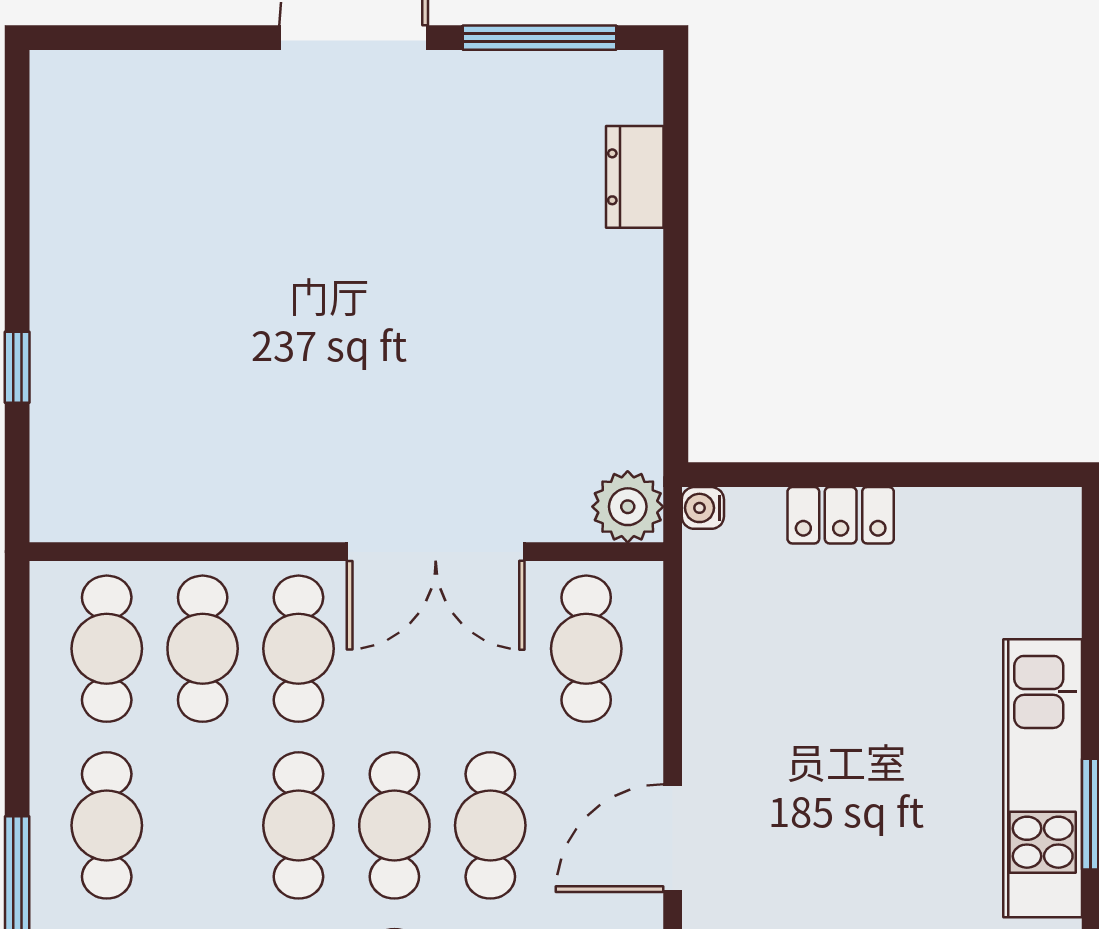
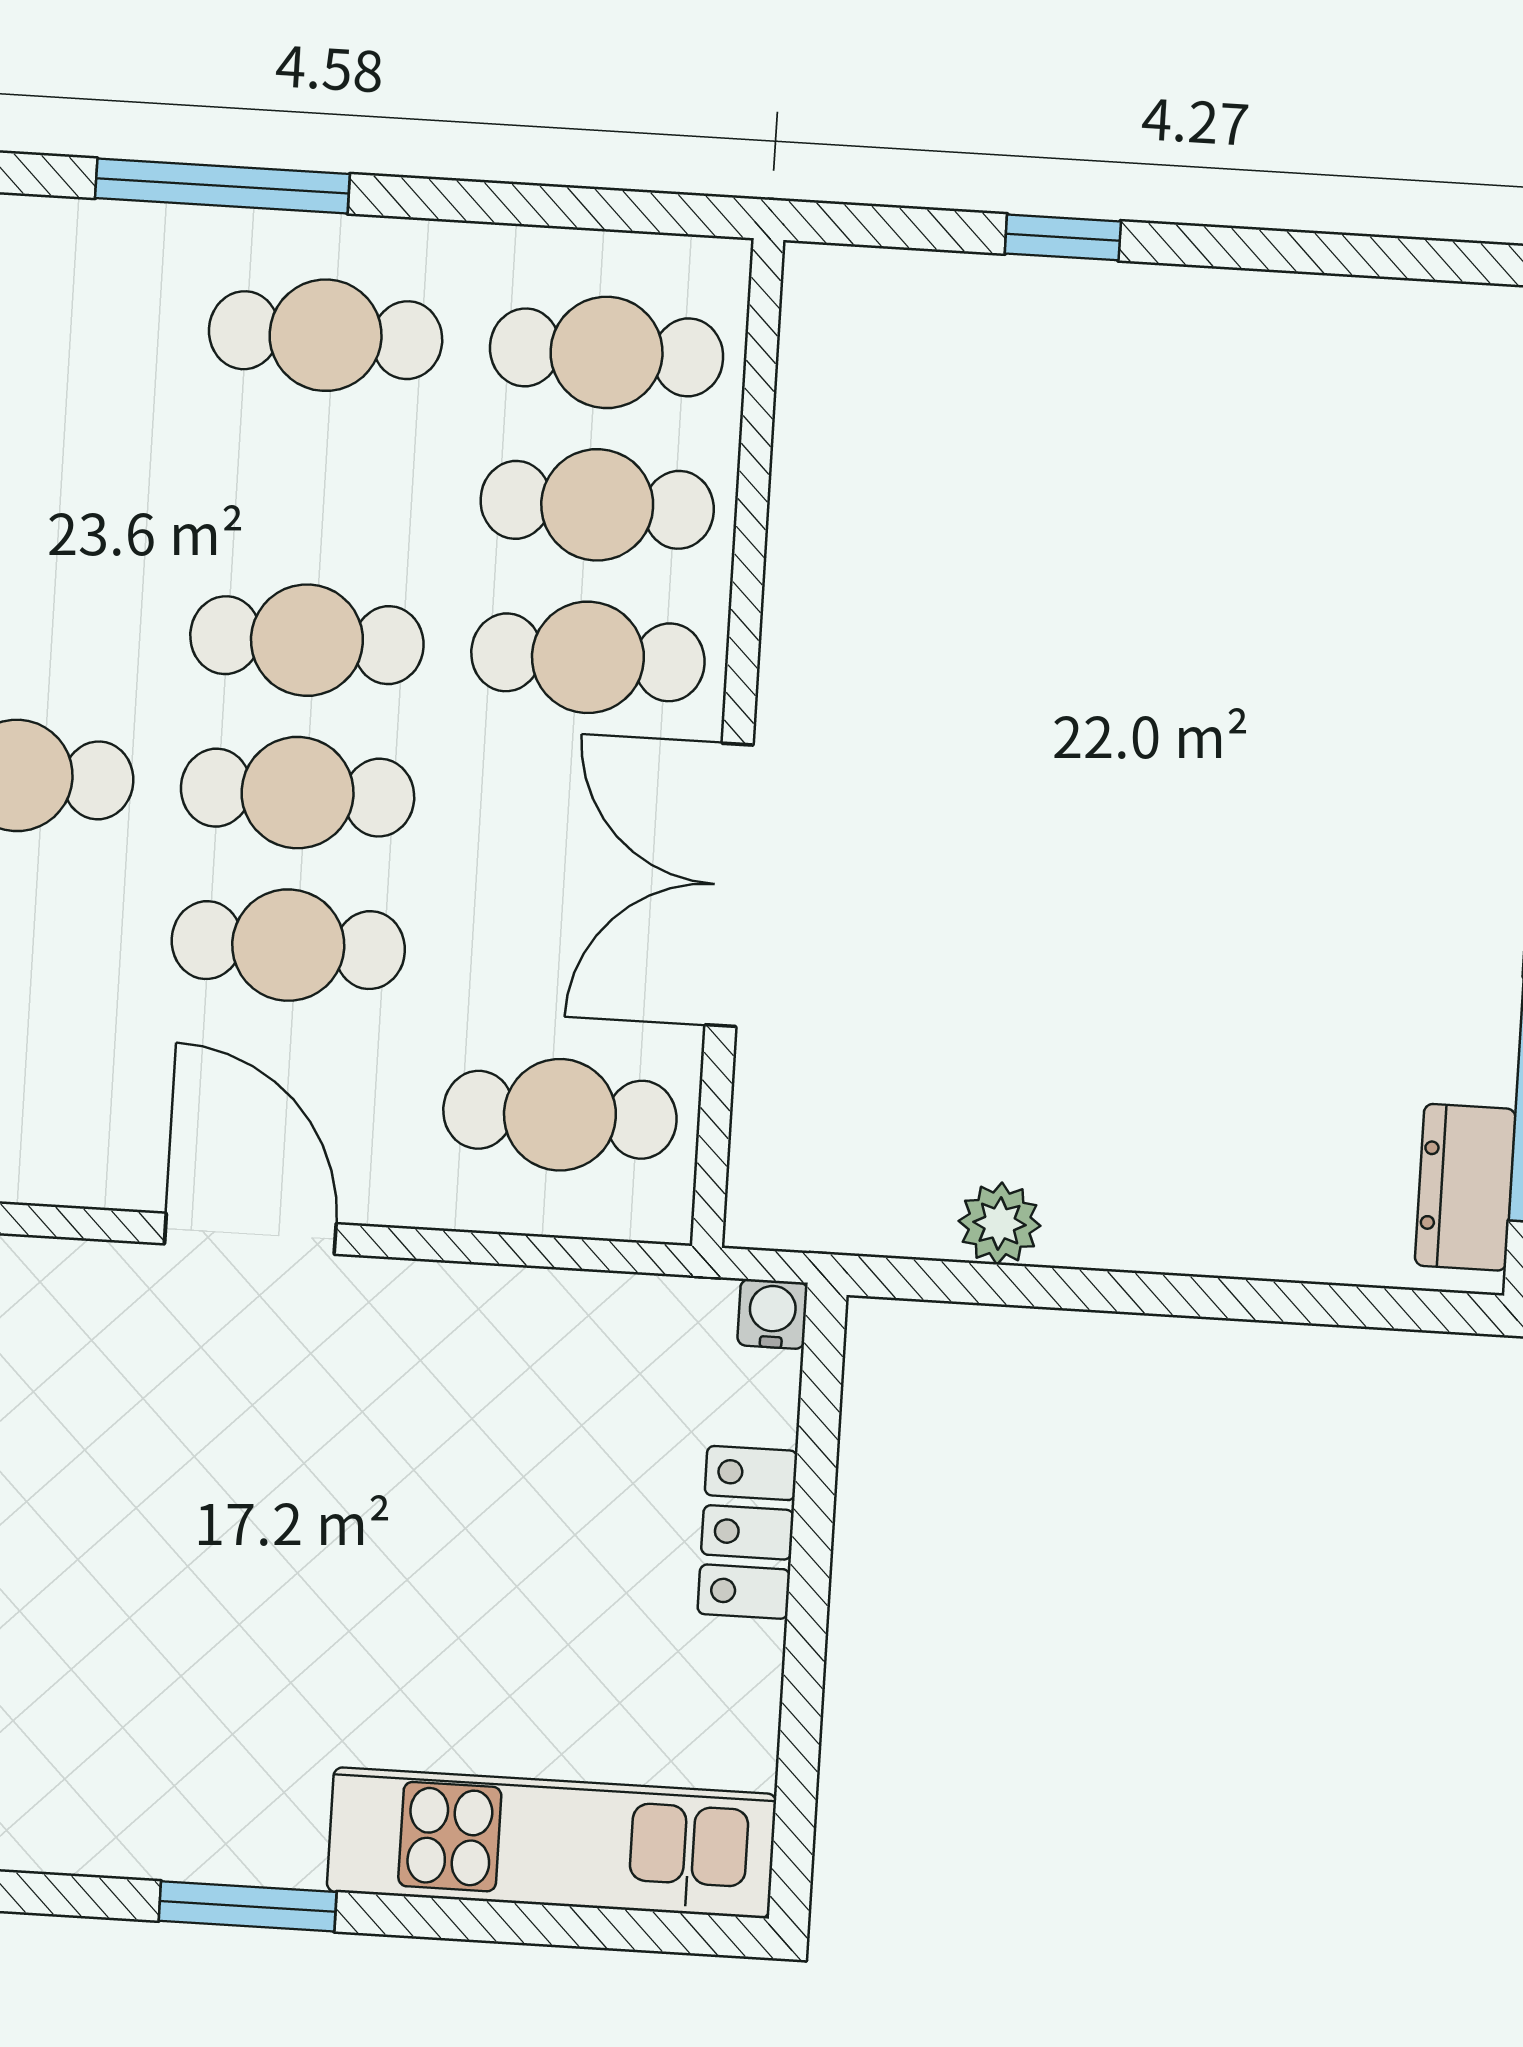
dresser: (635, 177) -> (1465, 1187), moved, turned -90
plant: (628, 507) -> (1000, 1223), moved, width x0.73, depth x0.73
kitchen unit: (1043, 778) -> (552, 1843), moved

